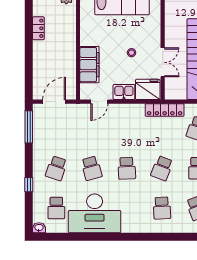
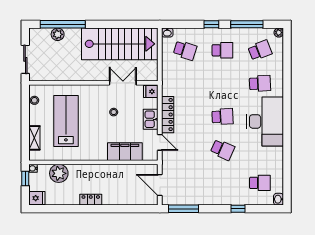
fridge: (148, 89) -> (151, 91), width x0.53, depth x0.75
locker: (165, 110) -> (168, 115), moved
school desk: (56, 168) -> (222, 183), removed
school desk: (92, 168) -> (222, 150), turned 39
school desk: (162, 168) -> (222, 83), removed
desk: (95, 213) -> (265, 121), moved

